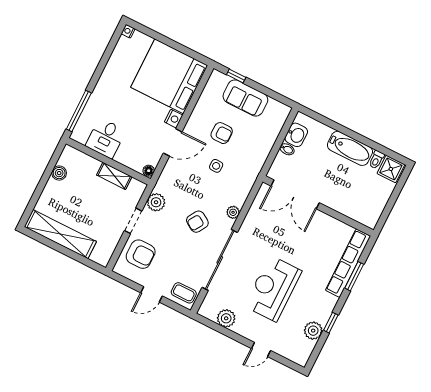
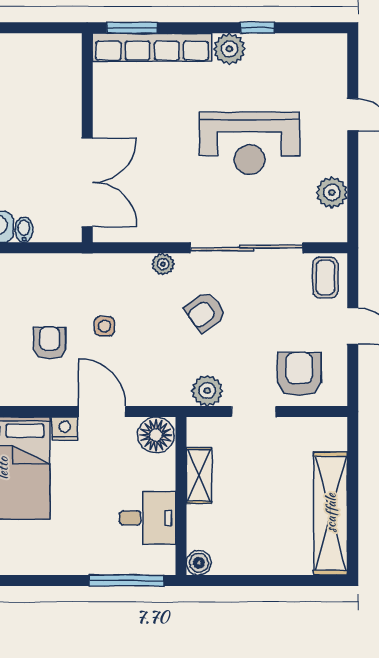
floor lamp: (149, 171) -> (156, 435), width x1.89, depth x1.89
boiler: (59, 173) -> (199, 563), moved
armchair: (197, 222) -> (205, 312), turned 112
window: (354, 276) -> (132, 28), moved
plant: (313, 331) -> (229, 49), moved

